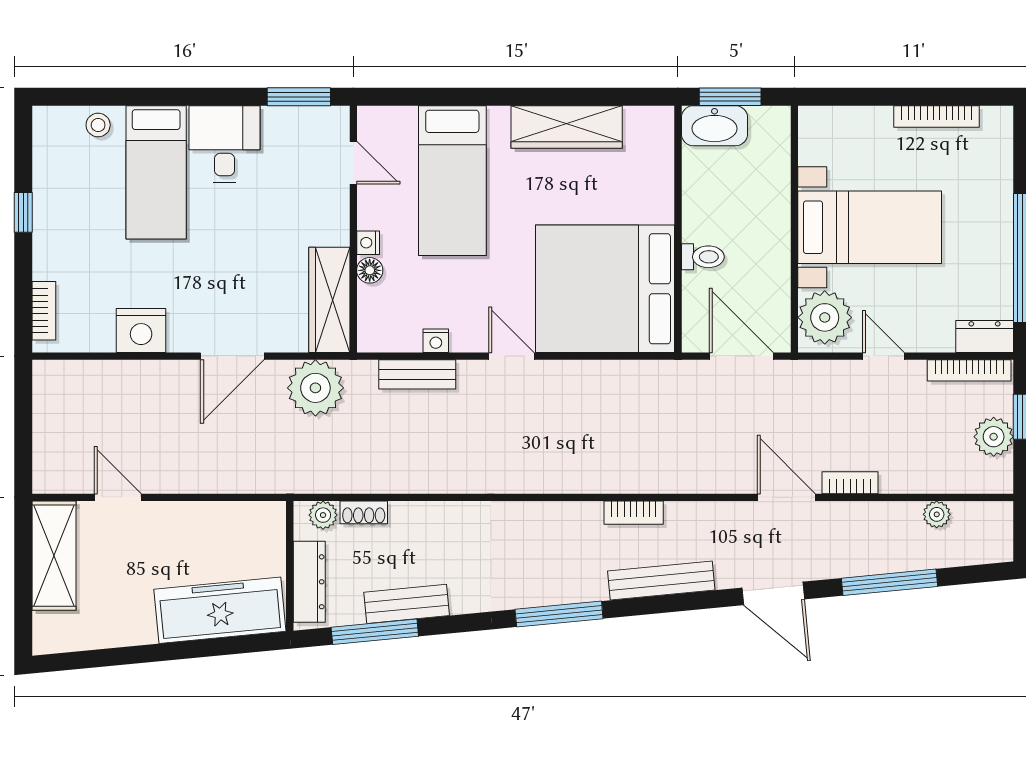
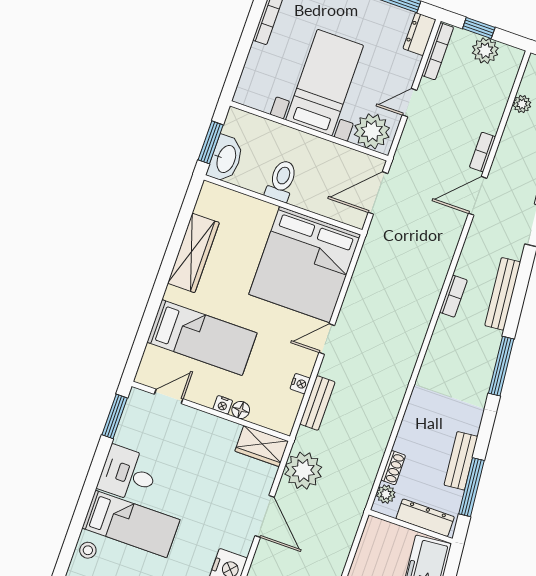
toilet: (703, 257) -> (282, 181), moved, width x1.37, depth x1.39
wardrobe: (329, 300) -> (262, 446), width x0.67

